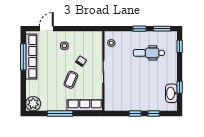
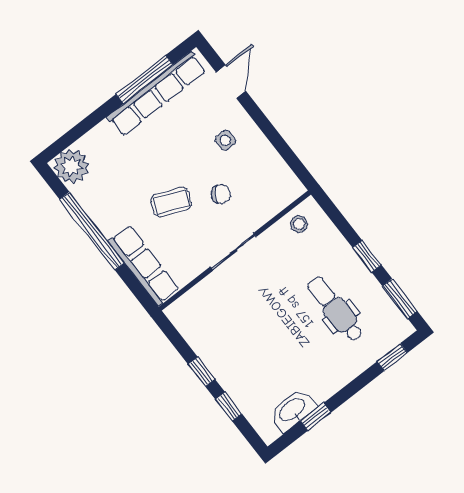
door: (46, 29) -> (231, 82), hinge flipped
window: (60, 114) -> (92, 231), width x1.46

